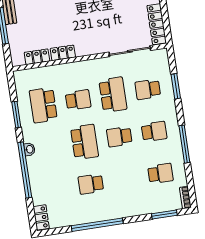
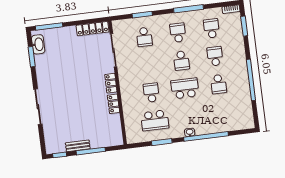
locker: (37, 57) -> (111, 83), moved
school desk: (113, 95) -> (215, 56), moved, width x0.54
locker: (41, 217) -> (244, 124), removed

